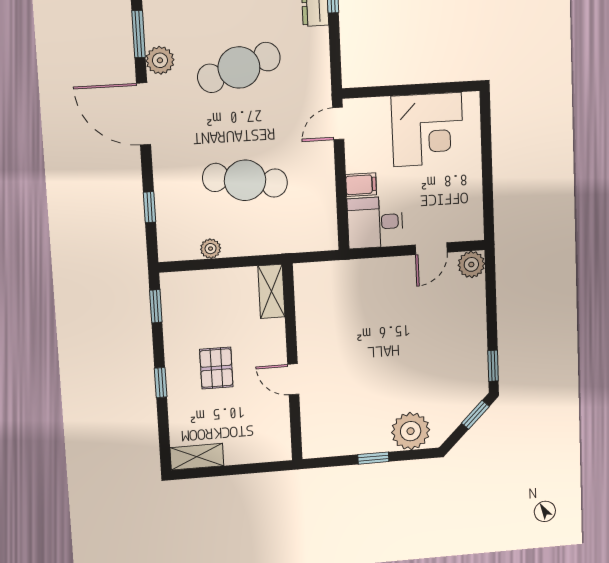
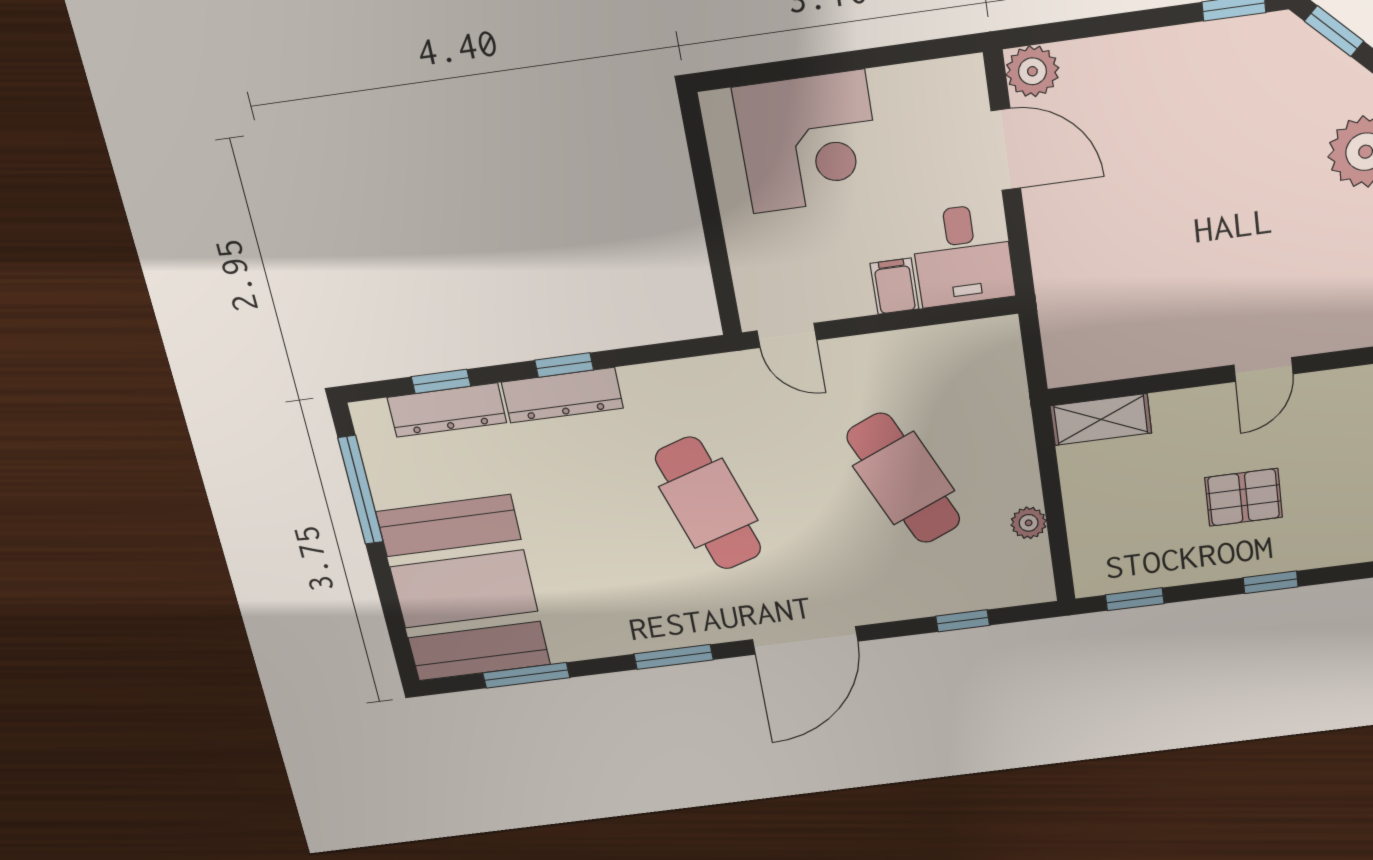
plant: (160, 60) -> (712, 623), removed
corner desk: (427, 129) -> (808, 142), moved, turned 90
cafe table: (245, 180) -> (904, 478), turned -33
door: (431, 249) -> (1006, 150), width x1.38

